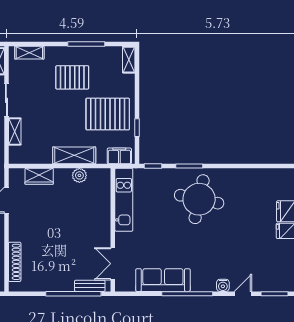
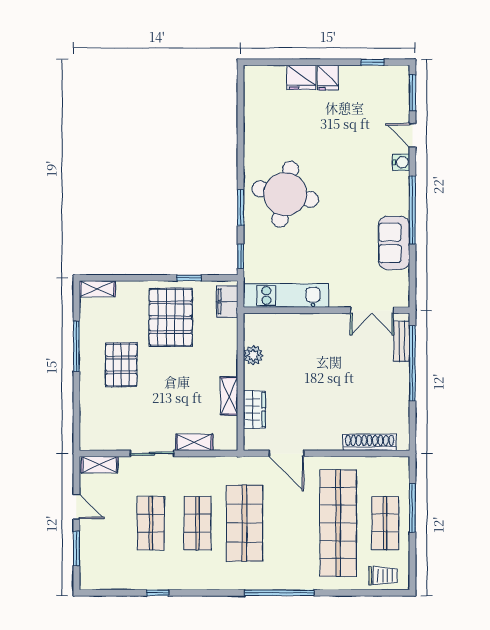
shelving: (29, 53) -> (88, 423), removed
shelving: (74, 155) -> (229, 396), moved, width x0.67, depth x0.75
sofa: (163, 280) -> (394, 243), width x0.73

